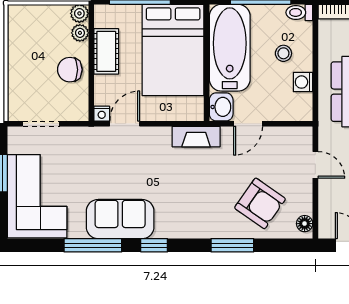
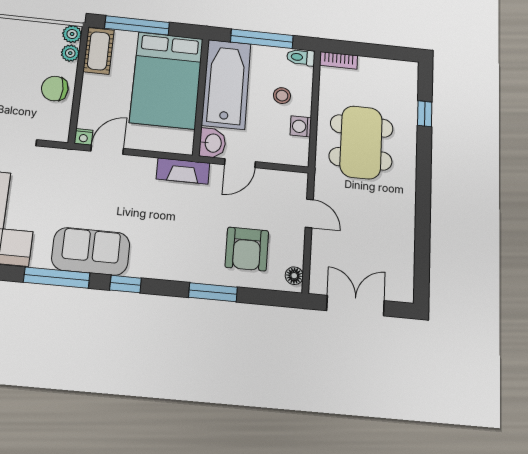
cot: (106, 51) -> (99, 51), moved
armchair: (260, 203) -> (247, 249), turned 55

